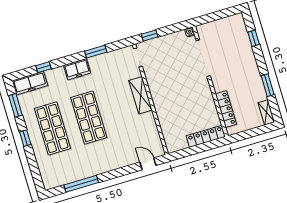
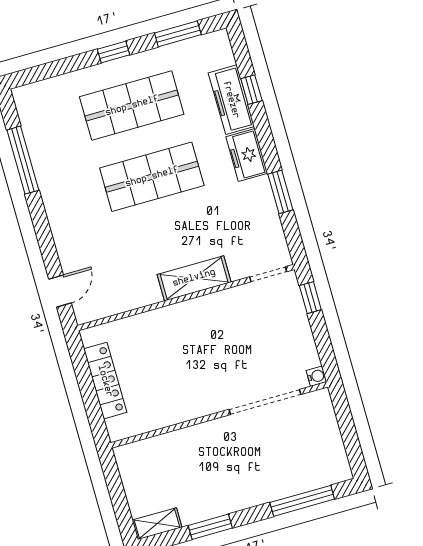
window: (254, 38) -> (302, 501), width x2.17
freezer: (30, 83) -> (231, 100), moved
locker: (226, 109) -> (165, 445), removed
locker: (206, 136) -> (105, 381), moved

